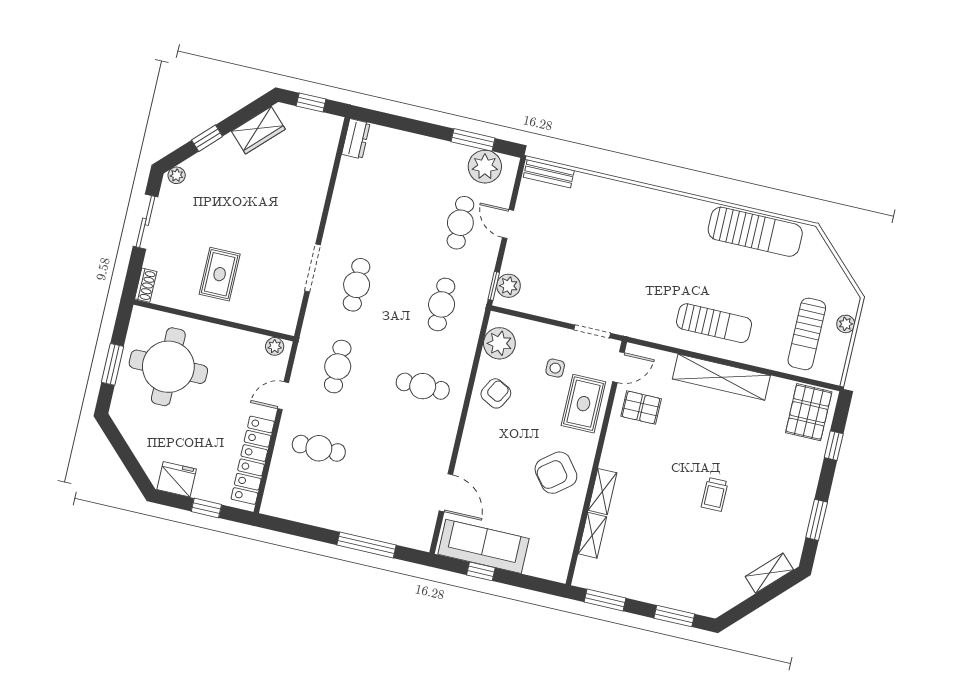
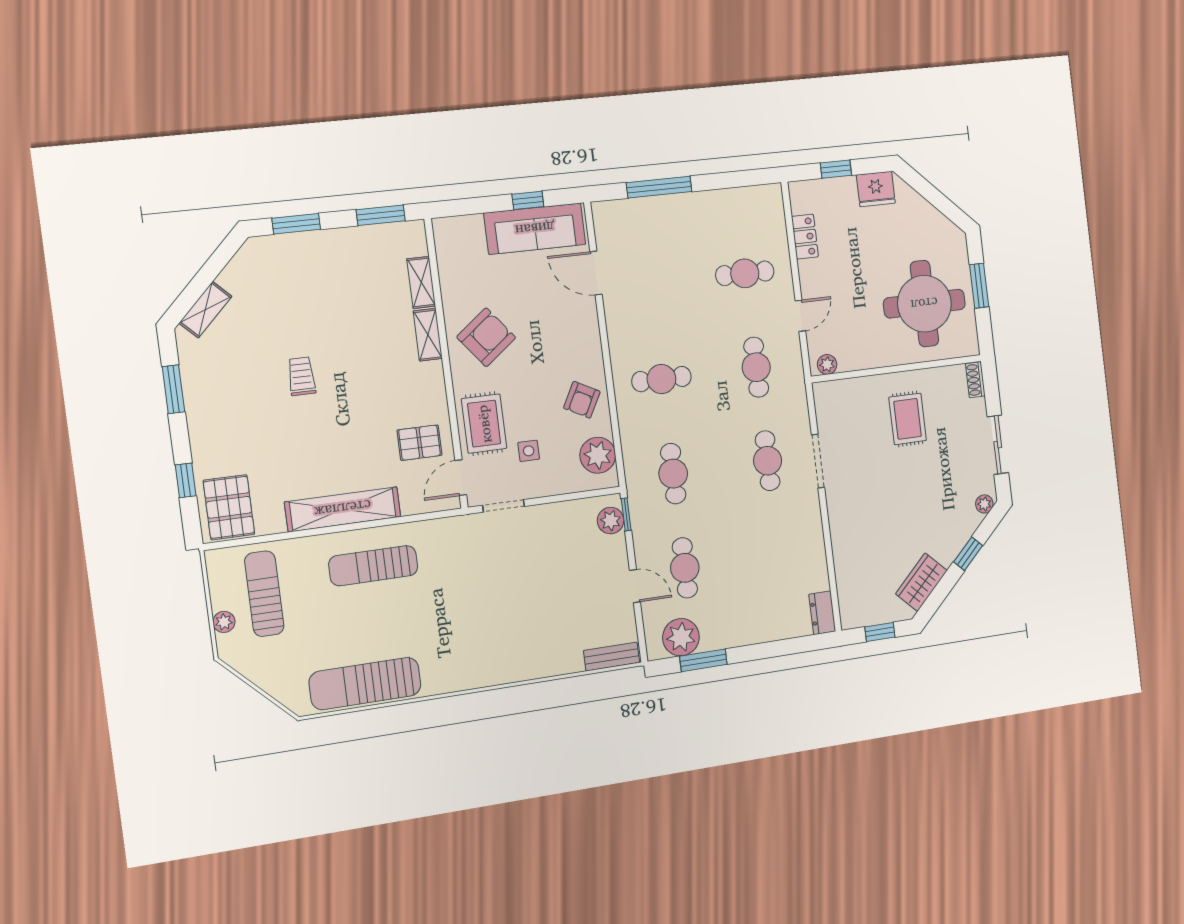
locker: (253, 460) -> (805, 237), width x0.46, depth x0.83

